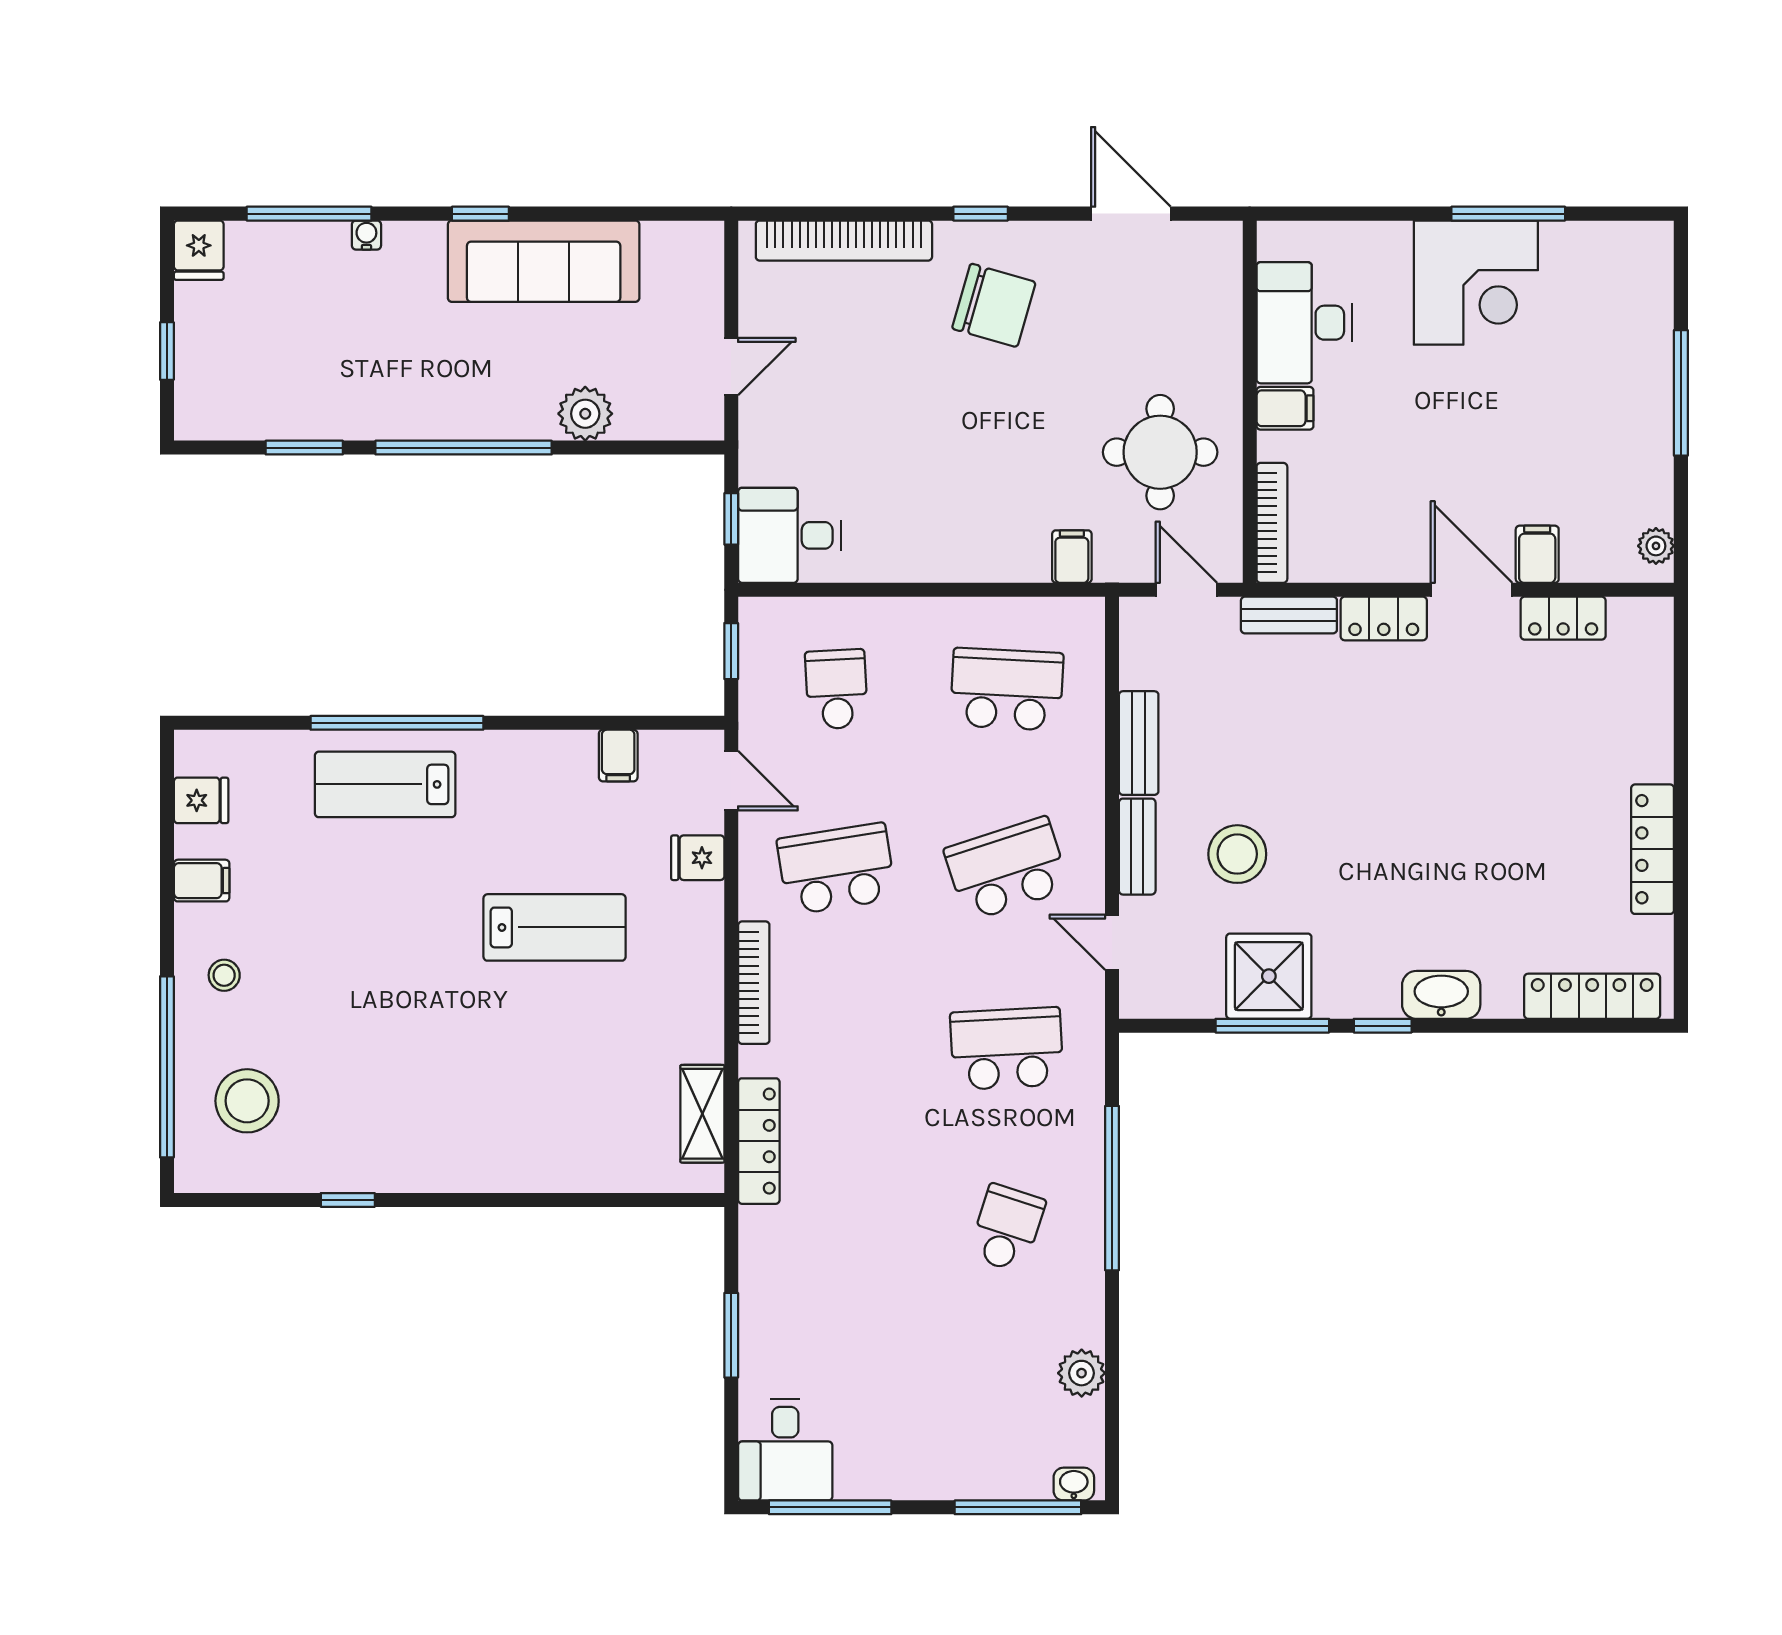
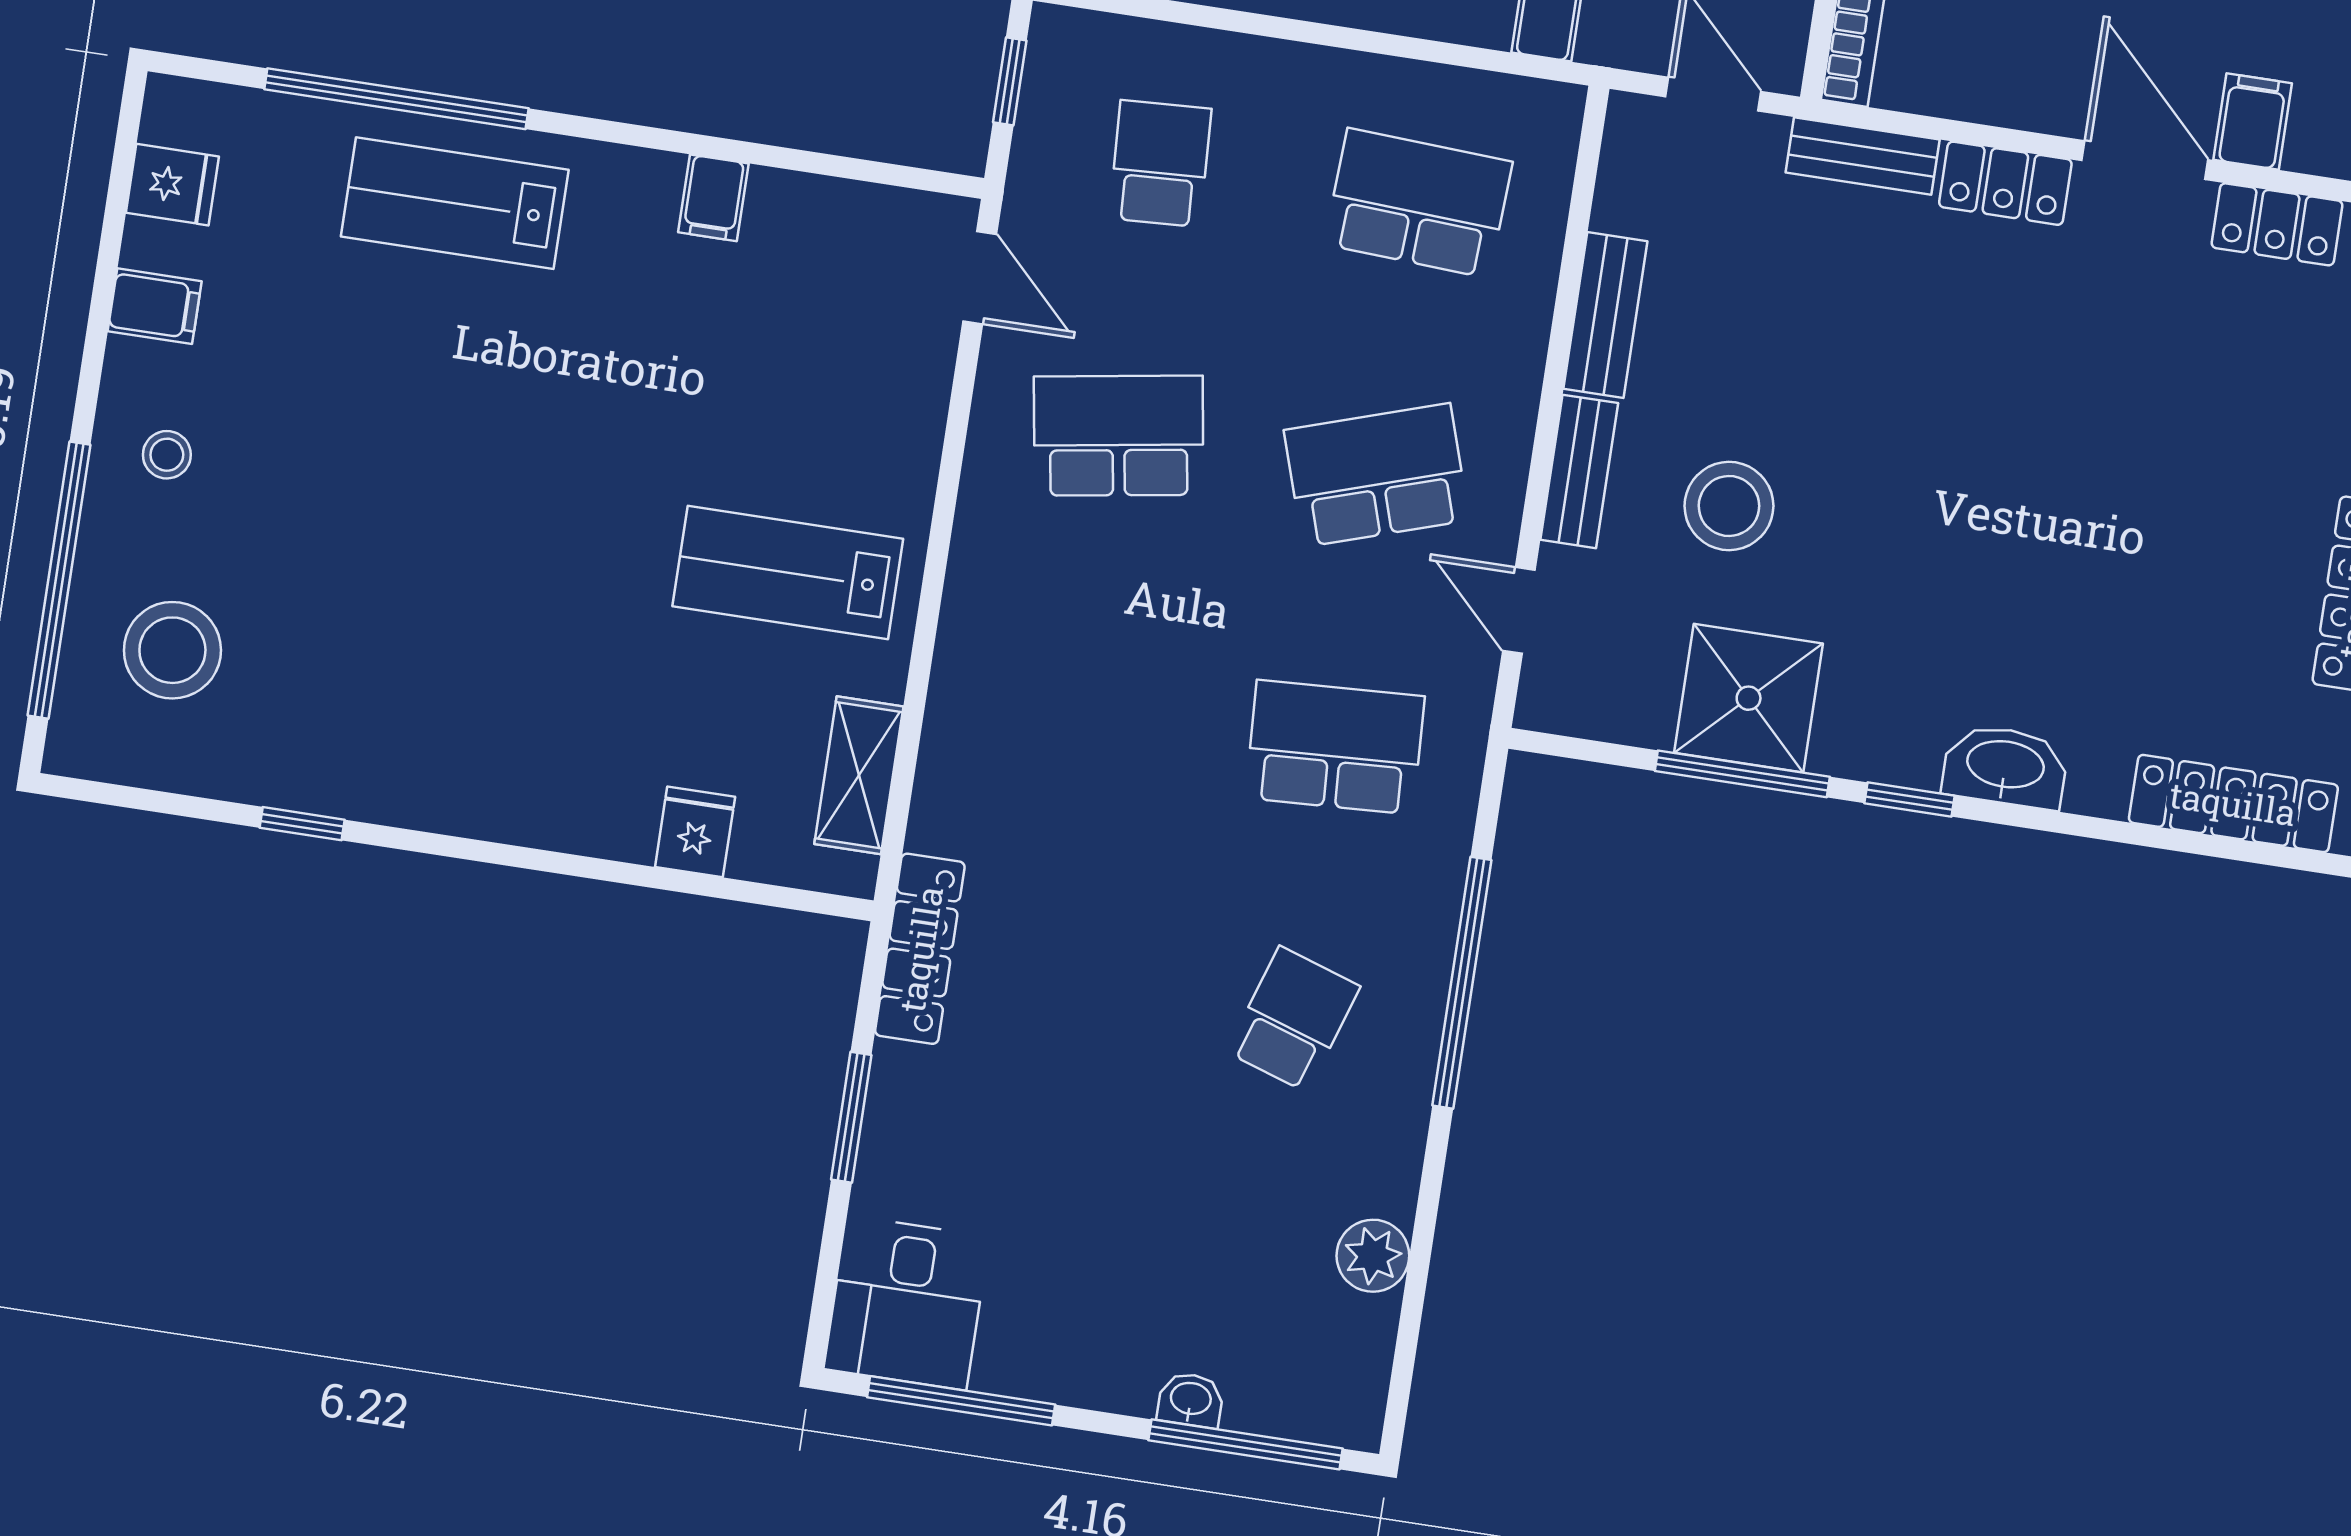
window: (397, 723) -> (396, 99), moved
filing cabinet: (618, 756) -> (713, 198), moved
fridge: (698, 858) -> (695, 832), moved, turned 90
lab bench: (555, 927) -> (788, 572), moved, turned 180
bookcase: (754, 983) -> (967, 589), removed
locker: (759, 1141) -> (920, 949), moved
washbasin: (1074, 1484) -> (1191, 1400), moved

